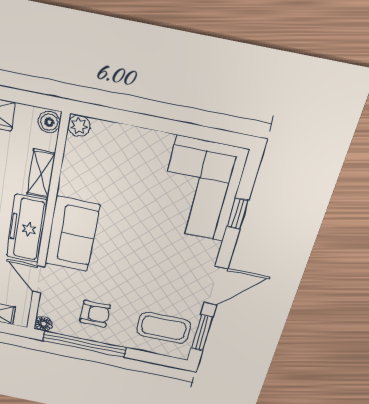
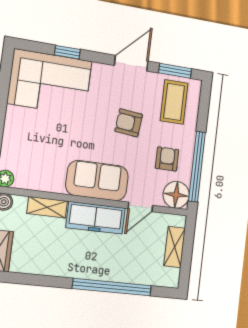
armchair: (142, 276) -> (129, 123), added
door: (216, 286) -> (131, 63), hinge flipped
floor lamp: (43, 324) -> (176, 195), width x1.89, depth x1.89

